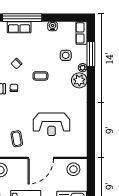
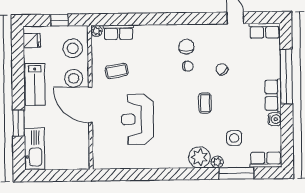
row of seats: (19, 27) -> (273, 95), moved
stool: (73, 169) -> (74, 78), moved

